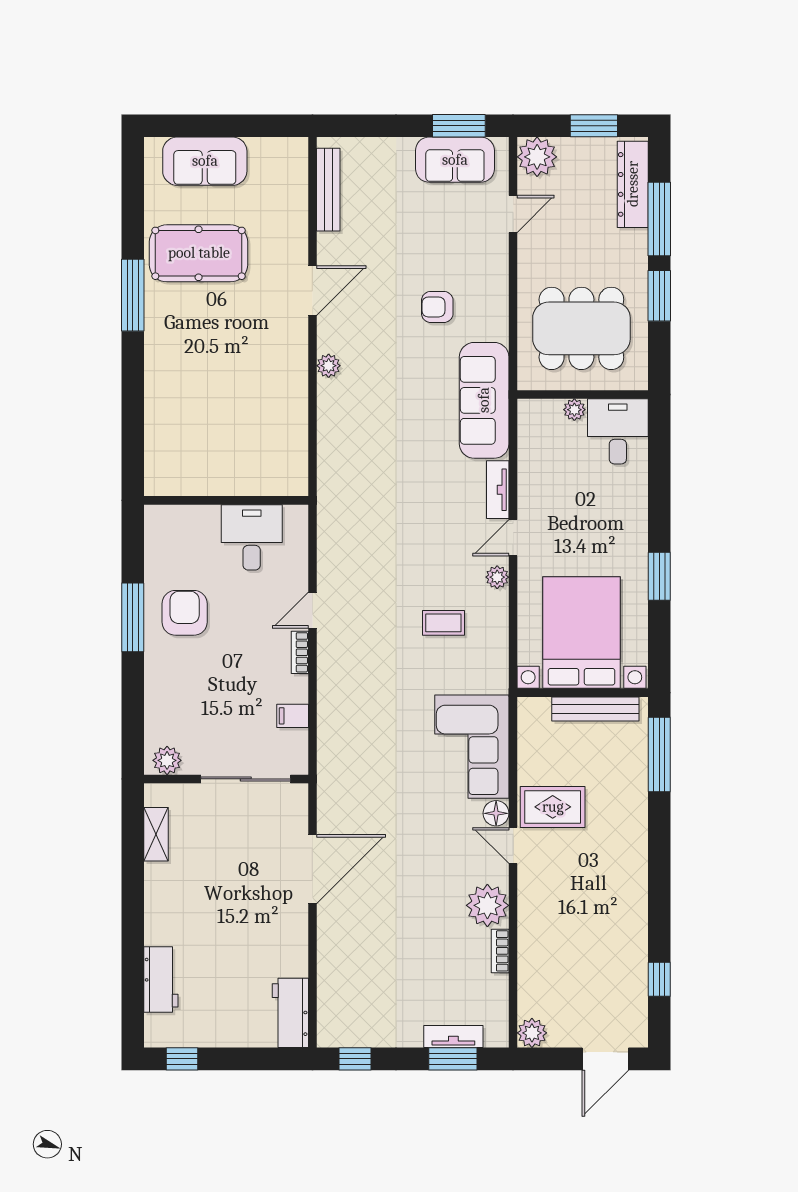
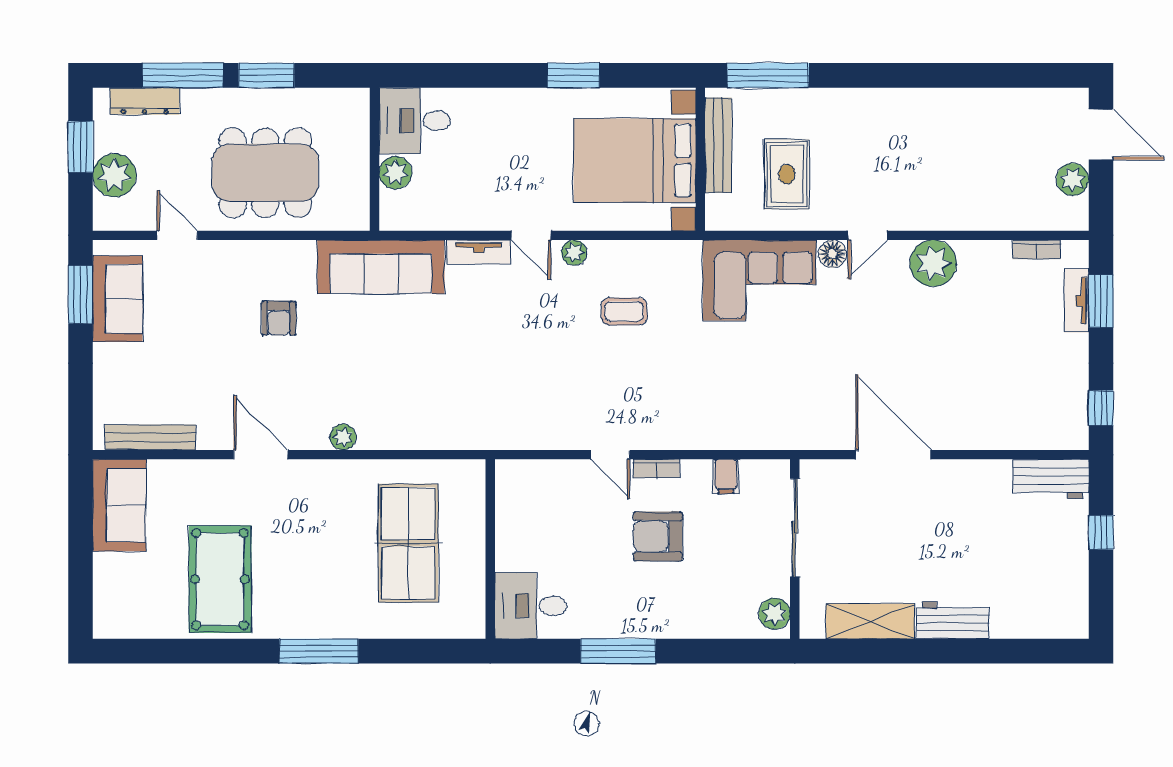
plant: (537, 157) -> (114, 175), moved
sofa: (205, 161) -> (119, 505), moved
dresser: (633, 184) -> (145, 101), width x0.73, depth x0.80
window: (133, 295) -> (319, 651), moved
dining table: (581, 328) -> (265, 173), moved, turned 90
plant: (574, 410) -> (395, 173), width x1.38, depth x1.38
table tennis table: (232, 425) -> (408, 543), added
desk: (252, 537) -> (531, 606), moved
armchair: (185, 613) -> (658, 536), moved
coffee table: (443, 623) -> (624, 311), turned 90
rug: (553, 807) -> (787, 174), moved
shelving: (156, 834) -> (870, 621), width x1.50, depth x1.33
bookcase: (500, 951) -> (1037, 249), moved
window: (659, 979) -> (1014, 75), removed
workbench: (161, 980) -> (953, 620), moved
plant: (532, 1033) -> (1073, 179), moved
window: (182, 1059) -> (1101, 532), moved

